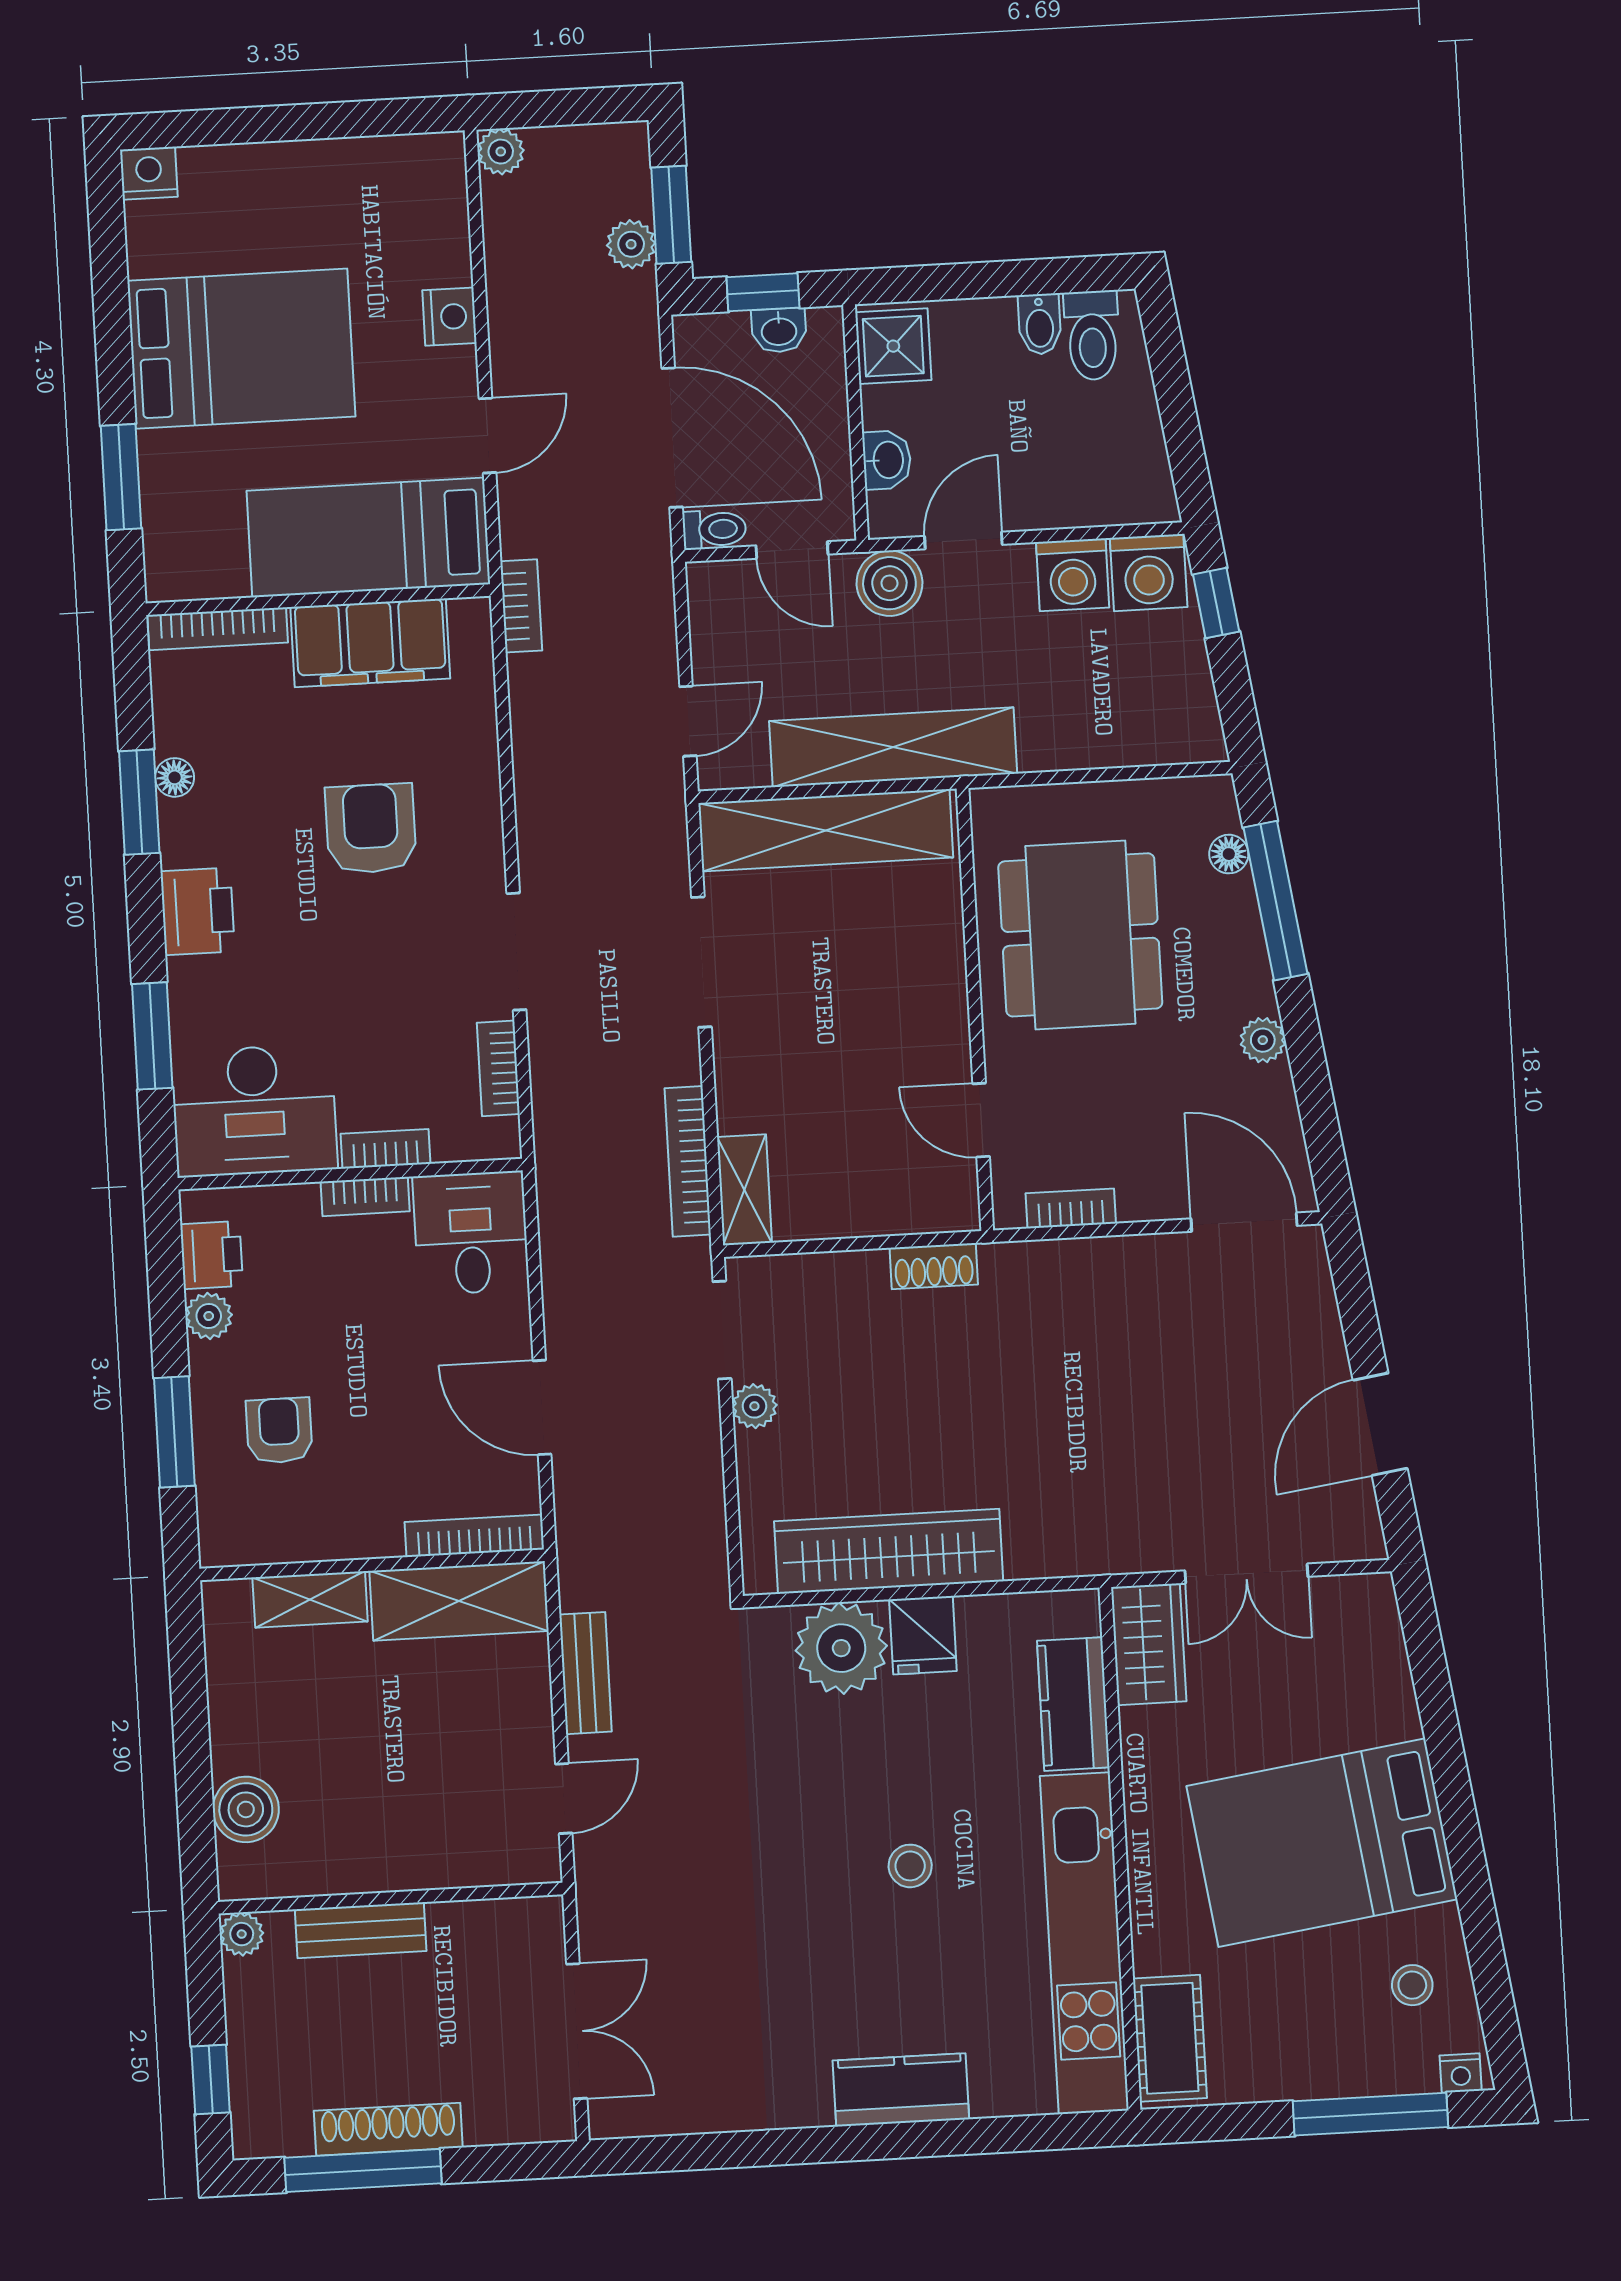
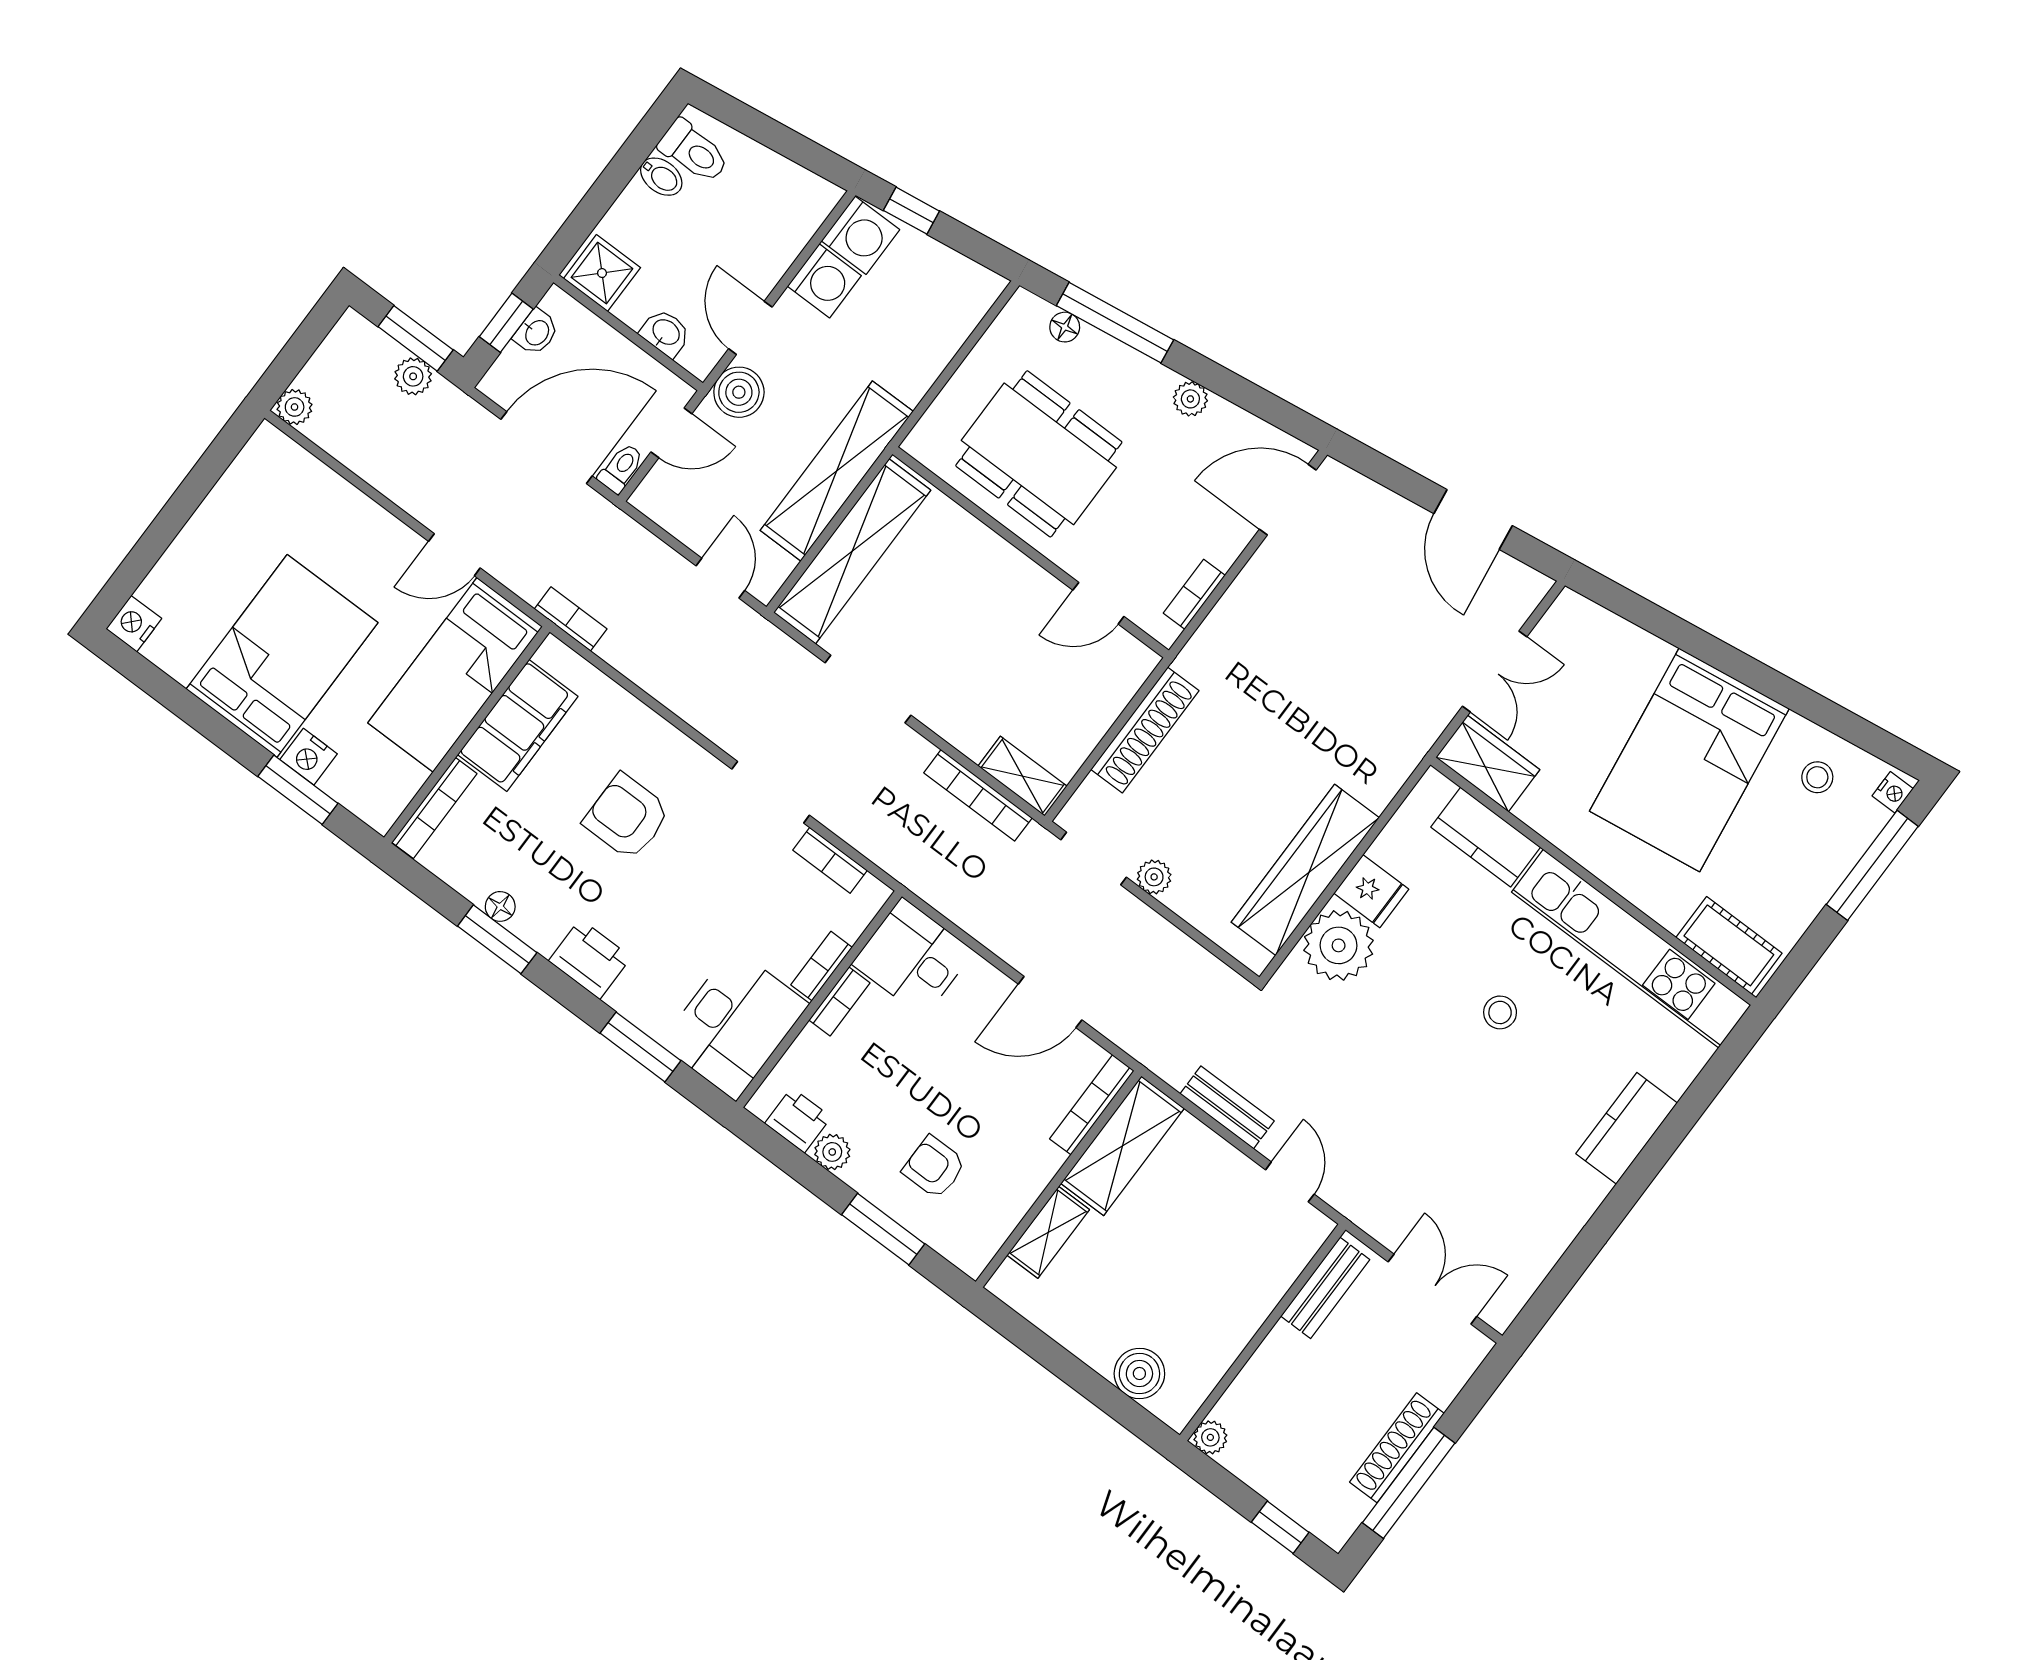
nightstand: (449, 317) -> (309, 757), moved, turned 180
door: (488, 436) -> (454, 555), swing flipped
shoe rack: (934, 1266) -> (1145, 730), width x1.94, depth x1.24
bench: (361, 1930) -> (1325, 1288), moved

